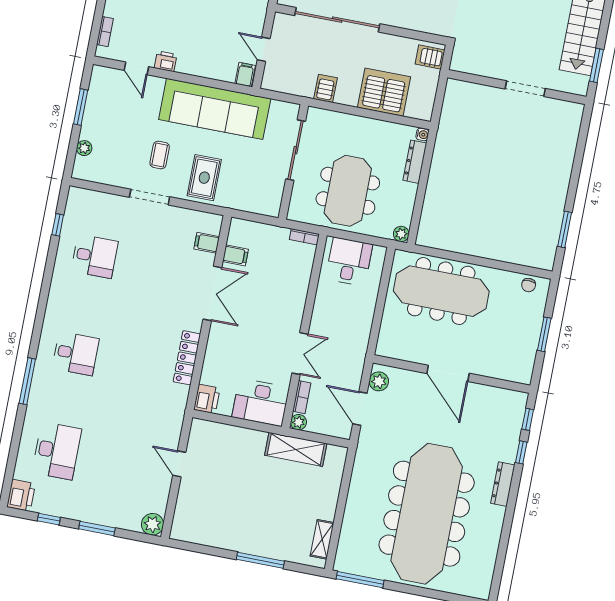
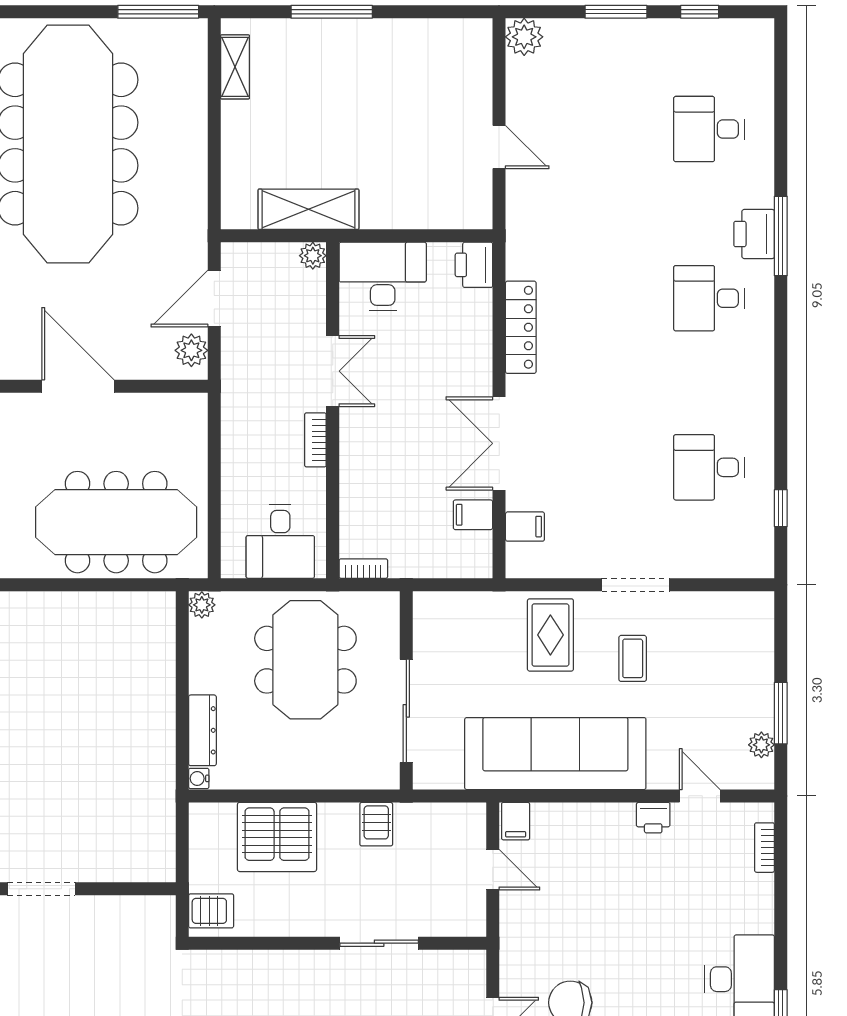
sliding door: (337, 20) -> (379, 943), width x0.54
plant: (84, 148) -> (761, 745), moved
double door: (300, 354) -> (333, 371), swing flipped
bookcase: (302, 397) -> (315, 440), moved
door: (360, 409) -> (214, 299), swing flipped
desk: (57, 451) -> (709, 129), width x0.73
printer: (21, 495) -> (754, 234), moved

